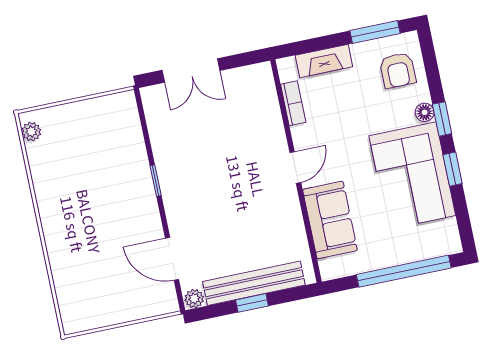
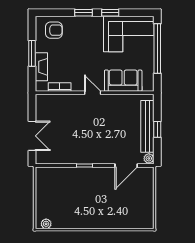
window: (375, 32) -> (32, 53), moved
floor lamp: (425, 112) -> (78, 21), removed
corner sofa: (412, 176) -> (129, 34), moved

